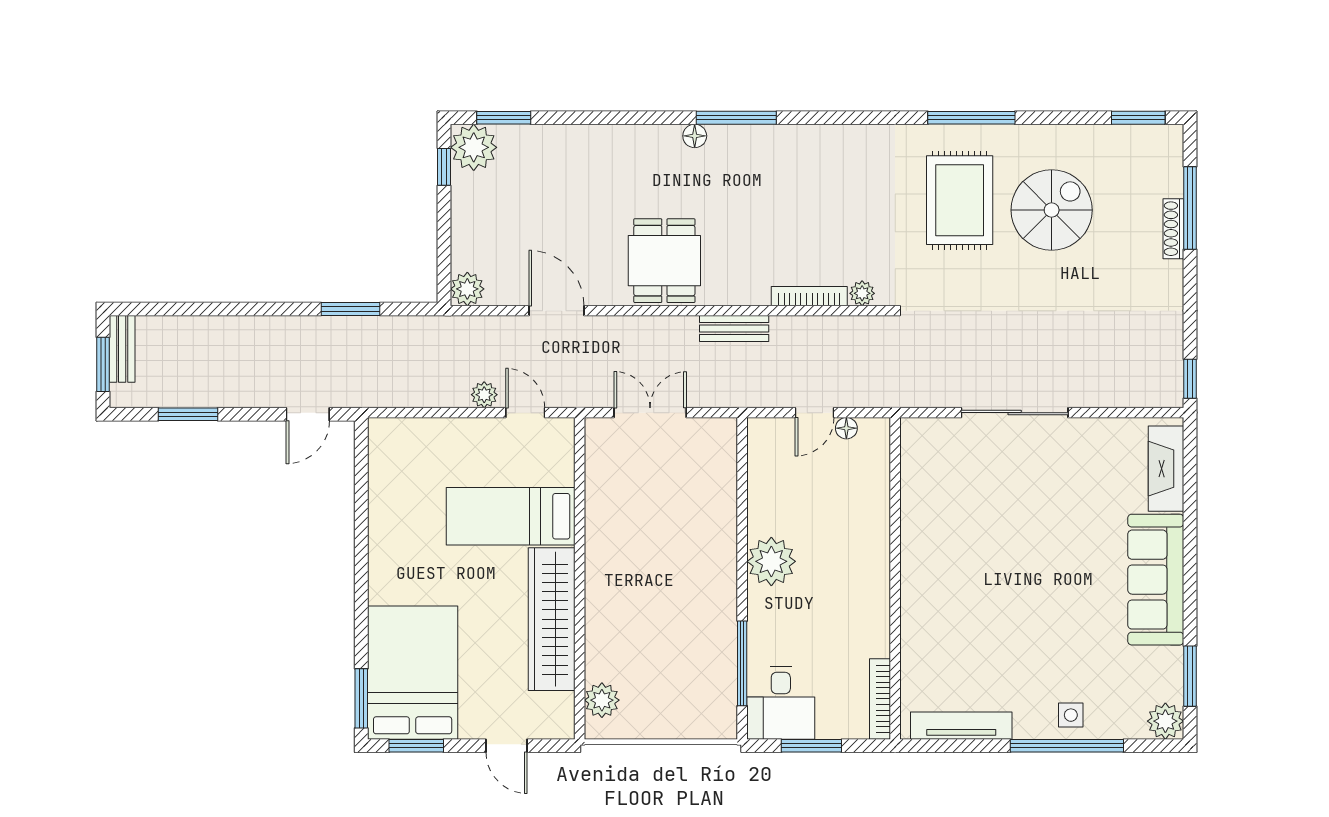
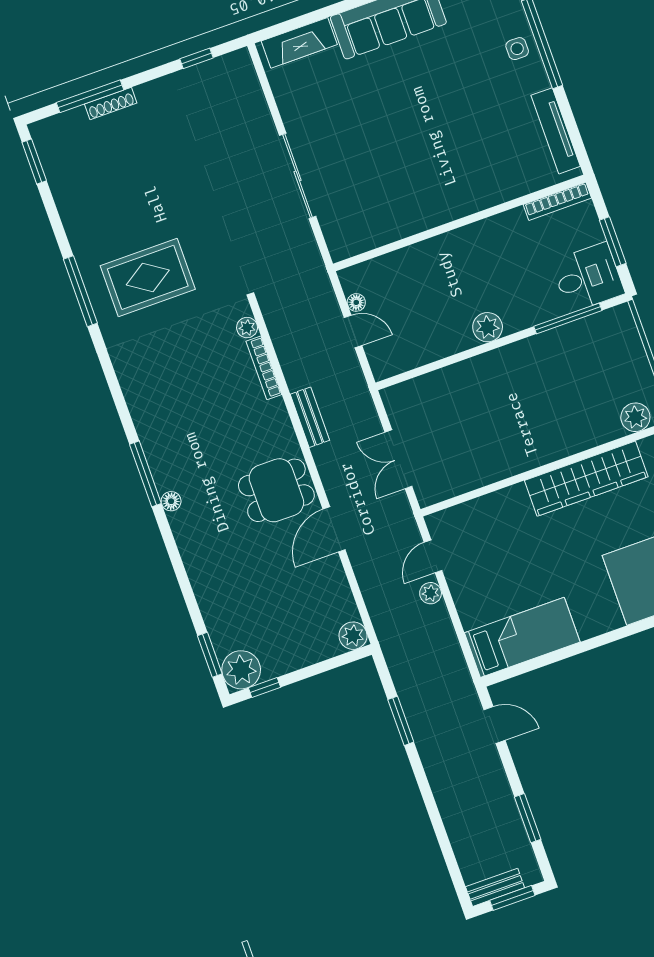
spiral stairs: (1052, 210) -> (130, 203), removed
door: (556, 311) -> (334, 529), moved
window: (1190, 379) -> (196, 58), moved
bed: (511, 516) -> (522, 637), moved, turned -90
plant: (771, 561) -> (488, 327), width x0.73, depth x0.73

